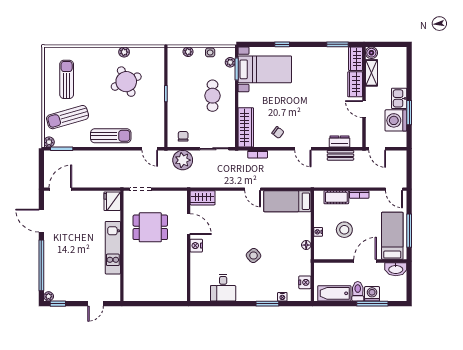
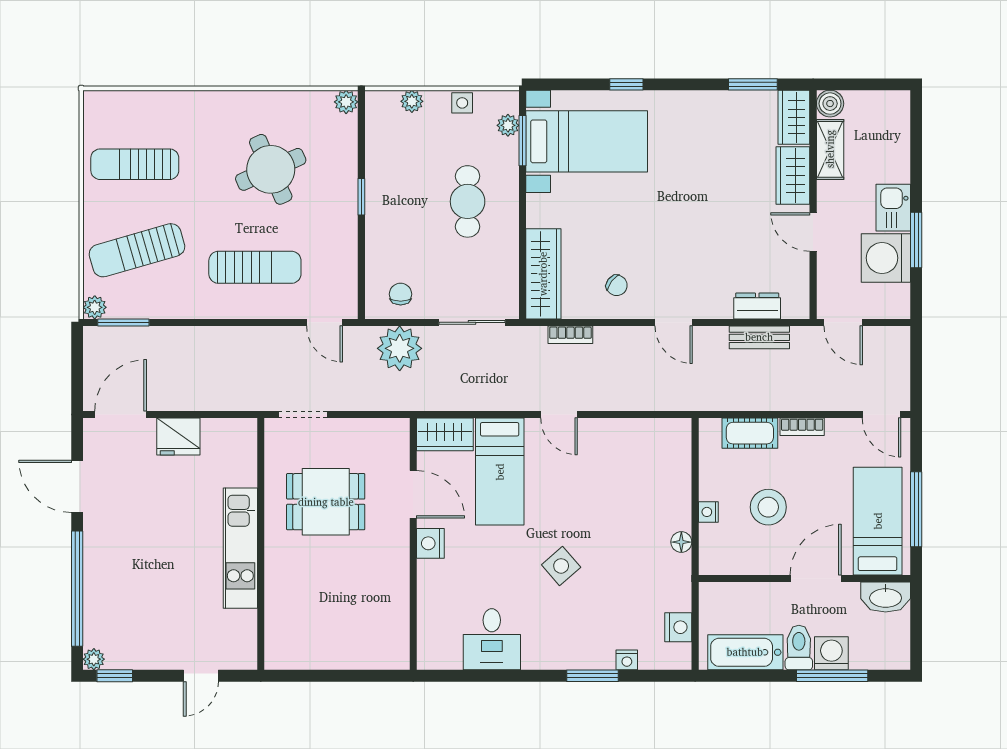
plant: (124, 52) -> (346, 102), moved
sun lounger: (67, 79) -> (135, 164), turned -90
sun lounger: (111, 136) -> (255, 267), moved
fridge: (112, 201) -> (178, 437), moved, turned -90
bed: (287, 201) -> (500, 472), moved, turned -90

